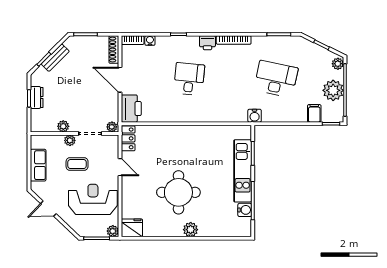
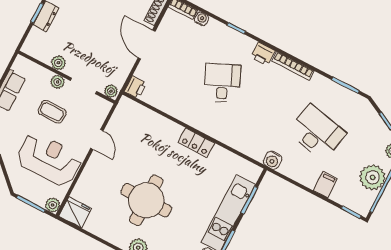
desk: (189, 79) -> (222, 83), turned -30
printer: (131, 109) -> (135, 87), width x0.53, depth x0.68
filing cabinet: (314, 113) -> (325, 185), moved
locker: (128, 138) -> (196, 143), moved, turned 90

